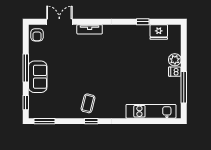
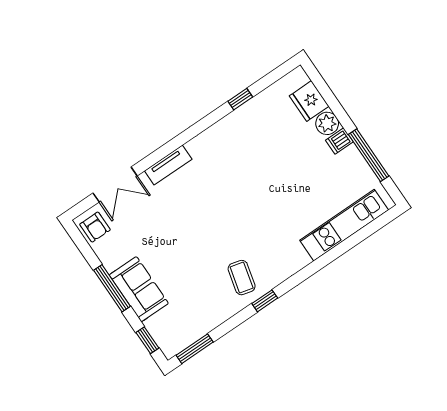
double door: (59, 22) -> (115, 184), swing flipped
fridge: (159, 32) -> (309, 101), moved, turned 90

